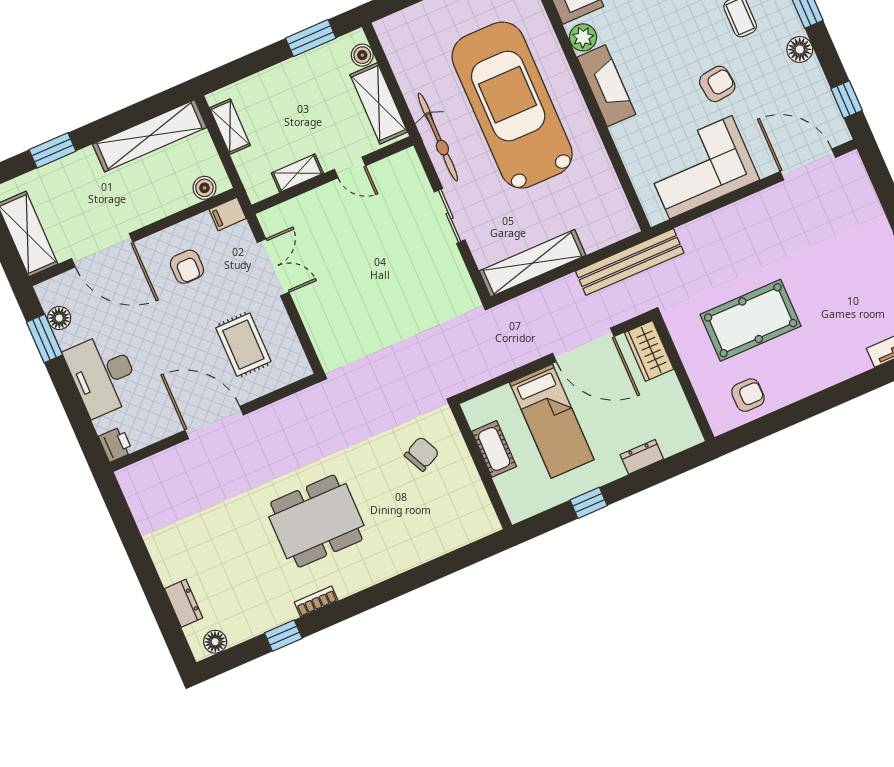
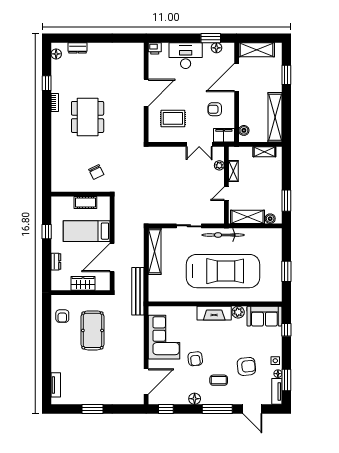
plant: (298, 207) -> (219, 165), added
filing cabinet: (228, 214) -> (224, 135), width x2.00
wardrobe: (649, 351) -> (83, 283), moved

